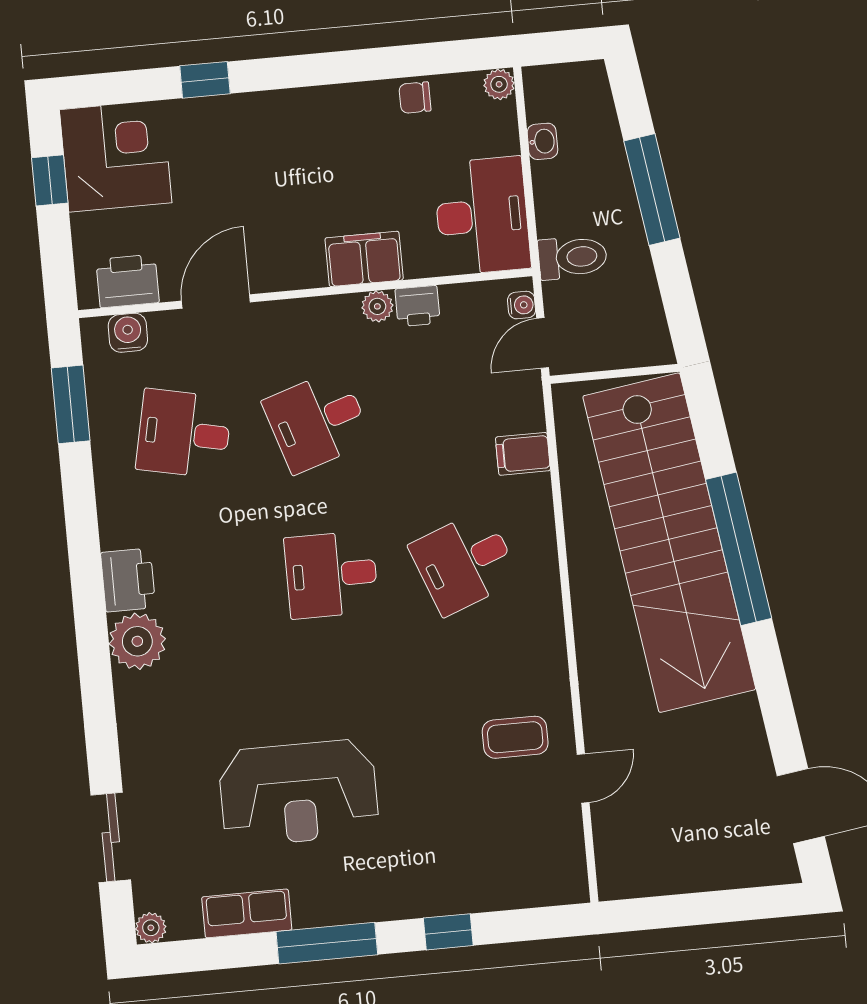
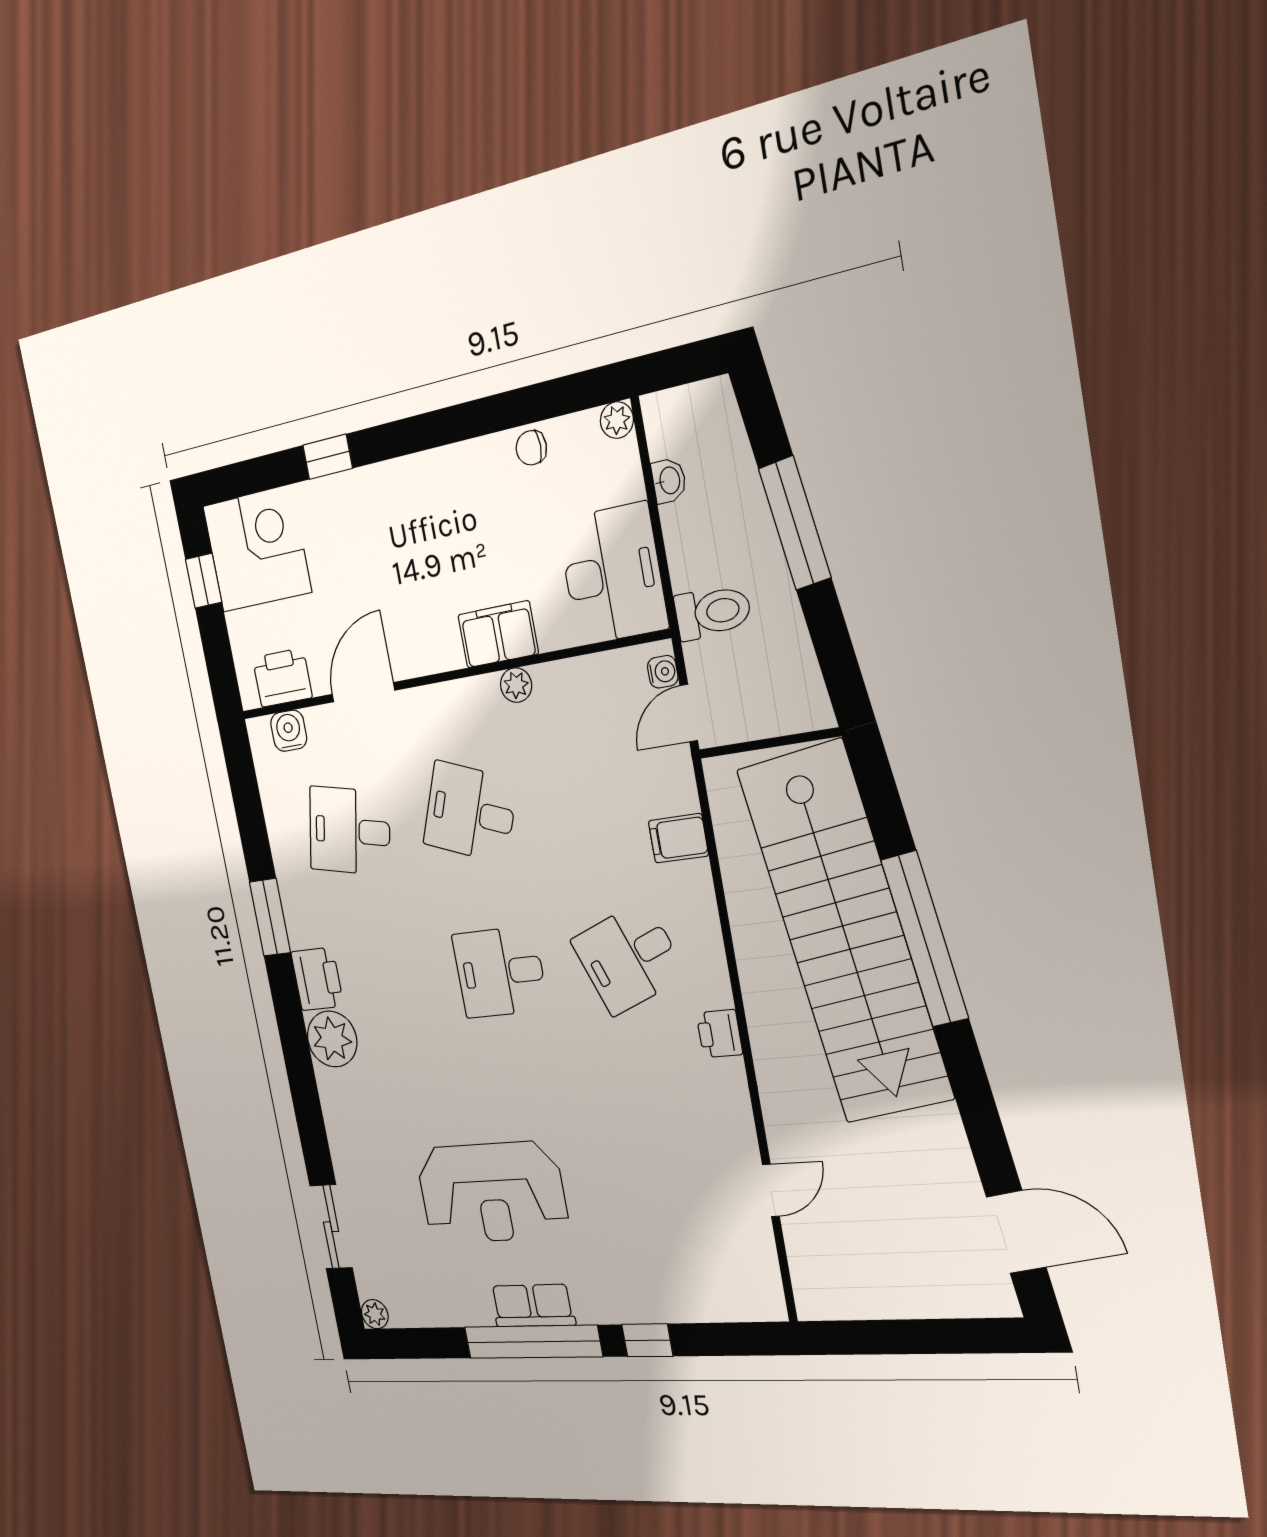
printer: (418, 306) -> (719, 1034), moved, turned 90
window: (71, 404) -> (270, 917), moved
desk: (317, 421) -> (470, 812), turned 39
coffee table: (515, 737) -> (697, 1144), removed
row of seats: (247, 913) -> (533, 1306), moved
window: (327, 943) -> (533, 1342), width x1.46

